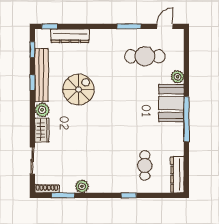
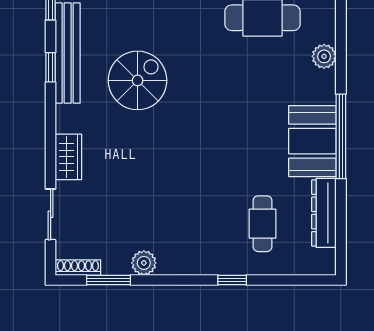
booth: (171, 103) -> (312, 141), moved
plant: (42, 110) -> (69, 119), removed
dresser: (177, 175) -> (324, 213), moved

